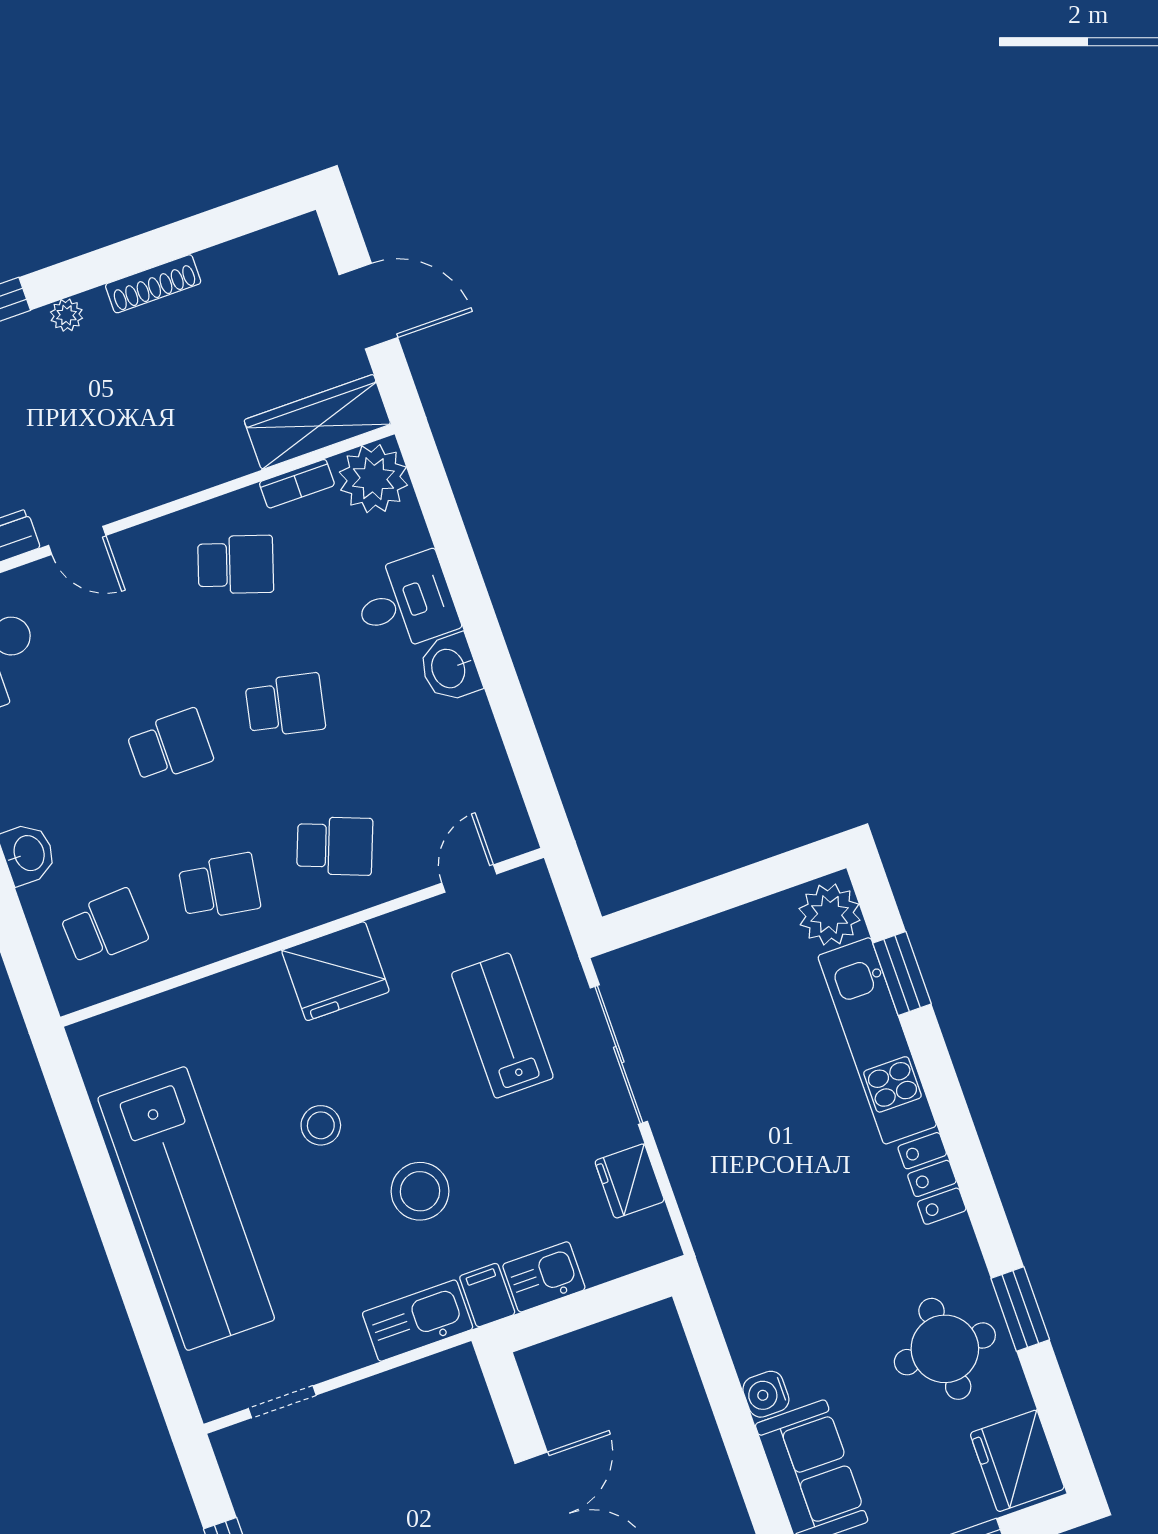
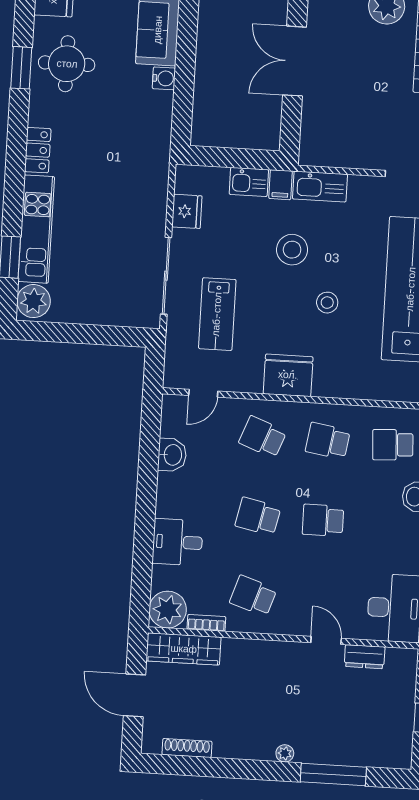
shoe rack: (153, 284) -> (187, 748), moved
washbasin: (450, 668) -> (172, 455), moved

